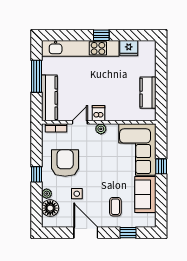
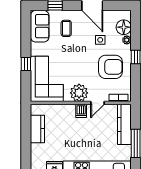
plant: (101, 129) -> (79, 93), width x1.88, depth x1.88
armchair: (65, 163) -> (111, 67), turned -90
sofa: (145, 194) -> (40, 26), moved

